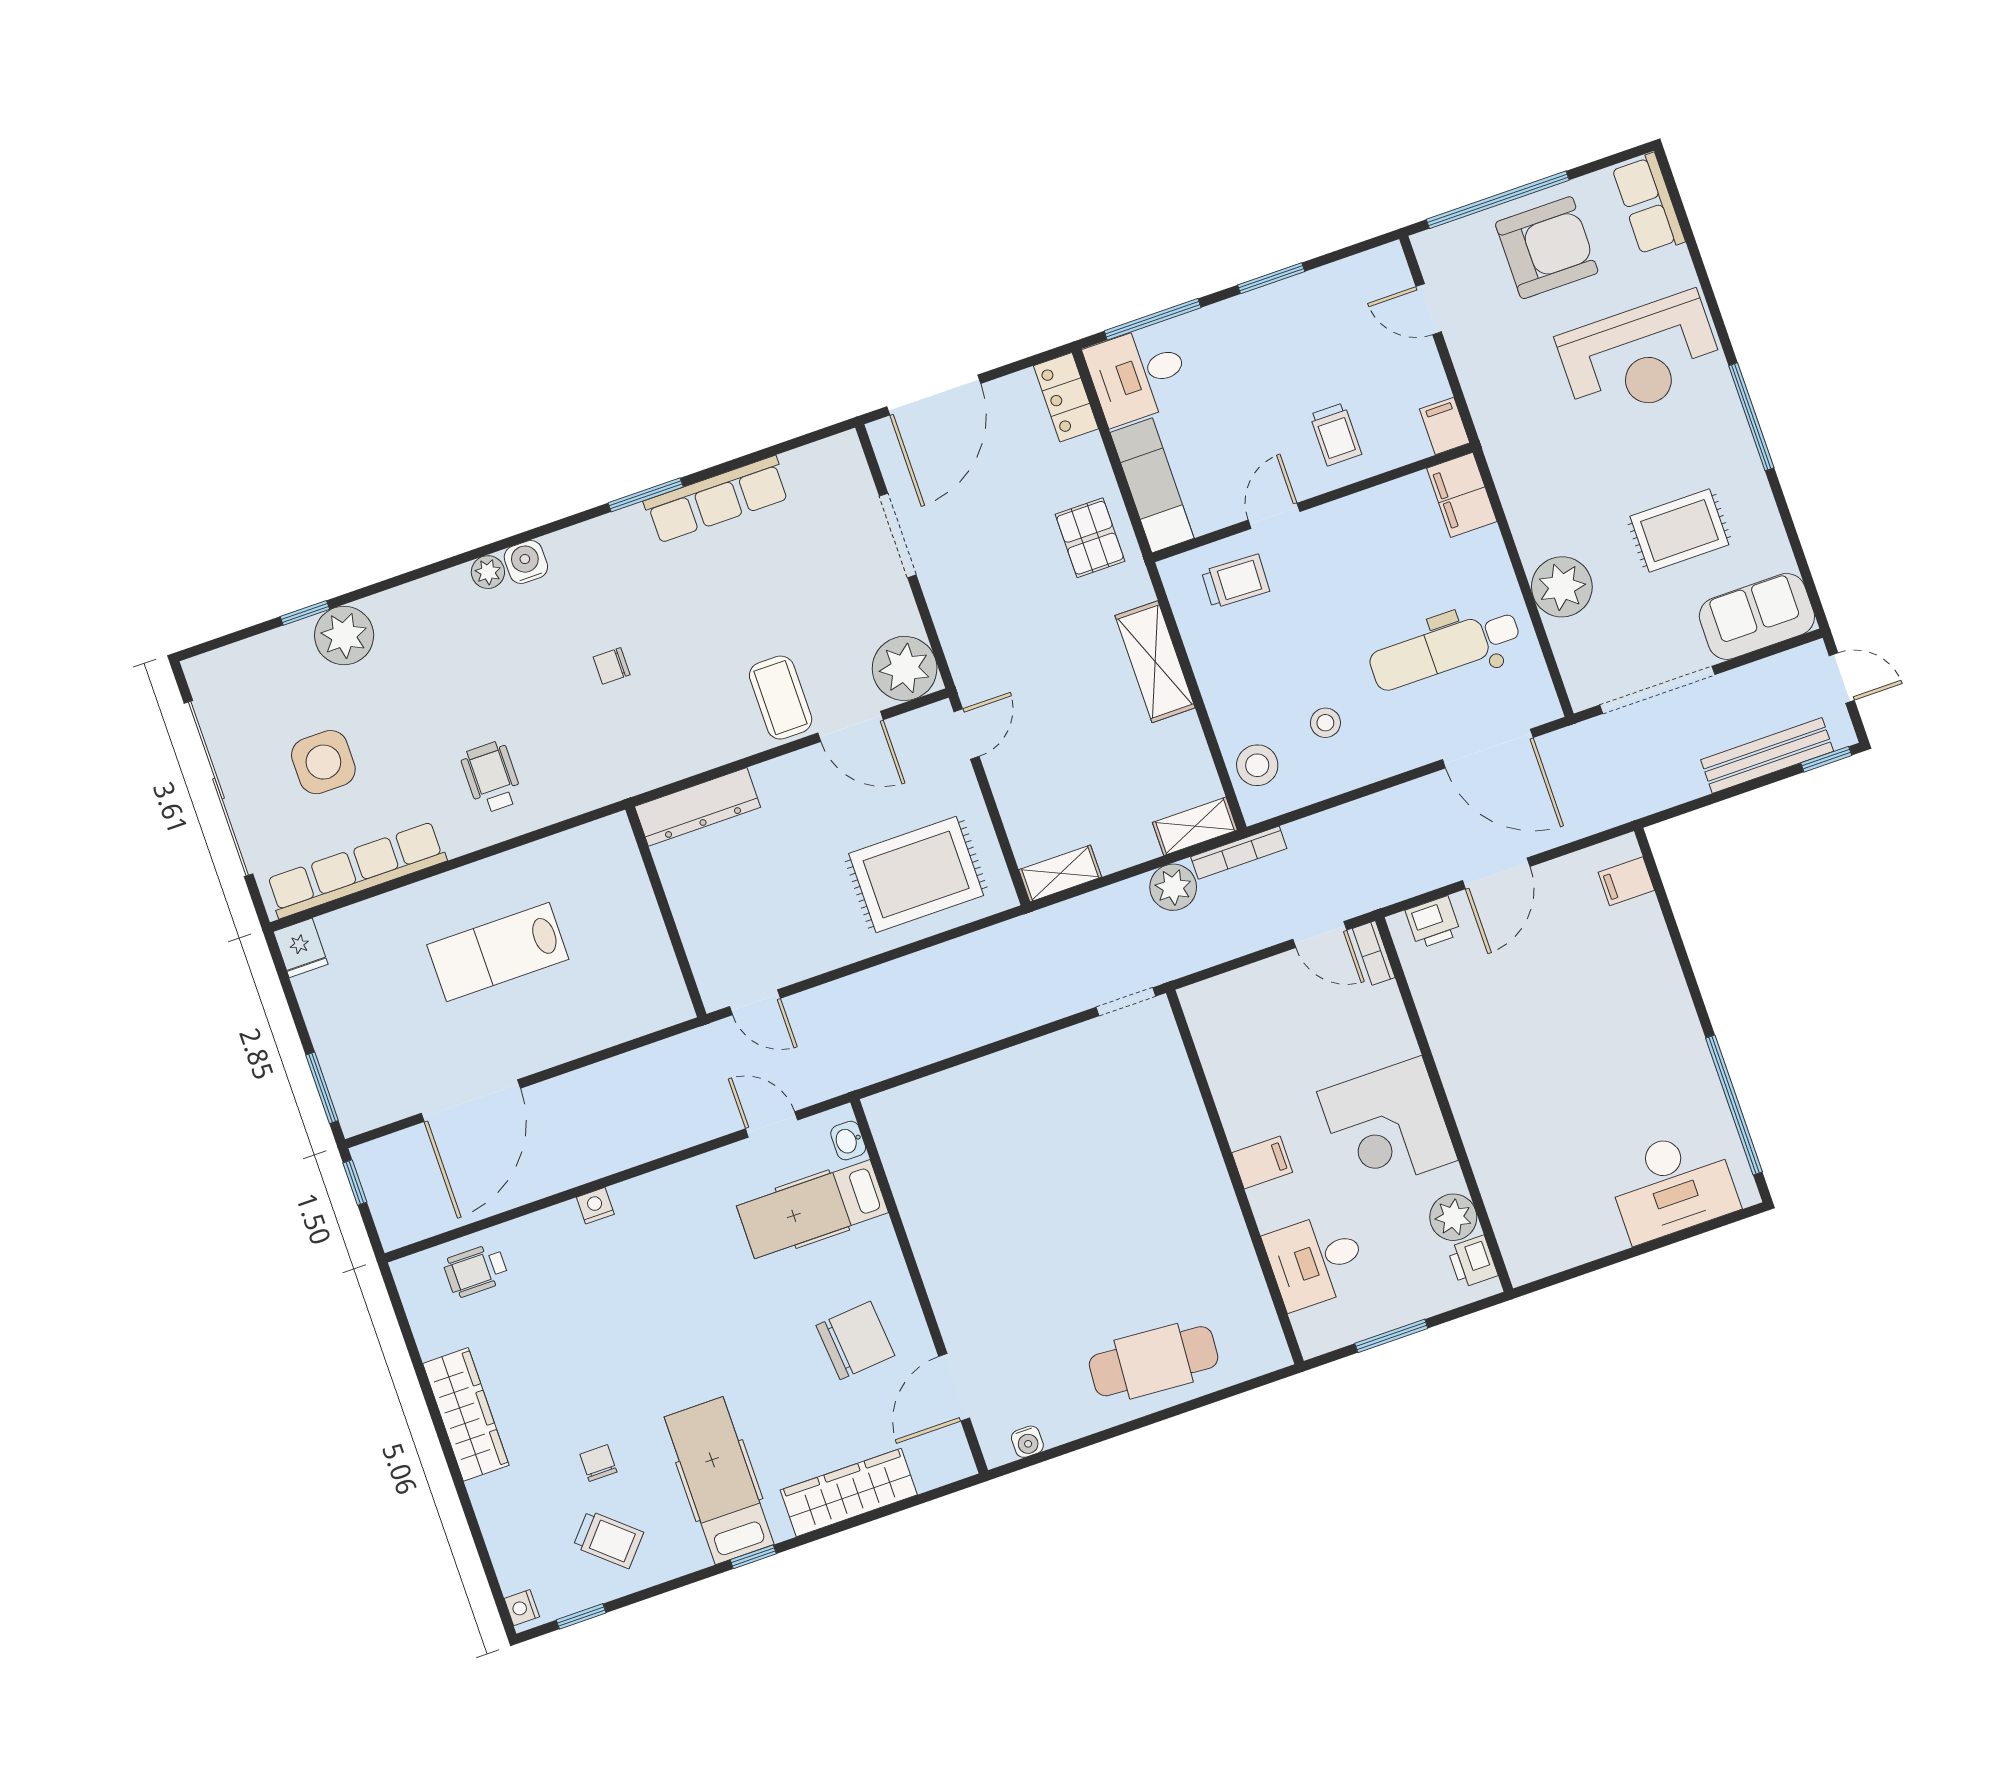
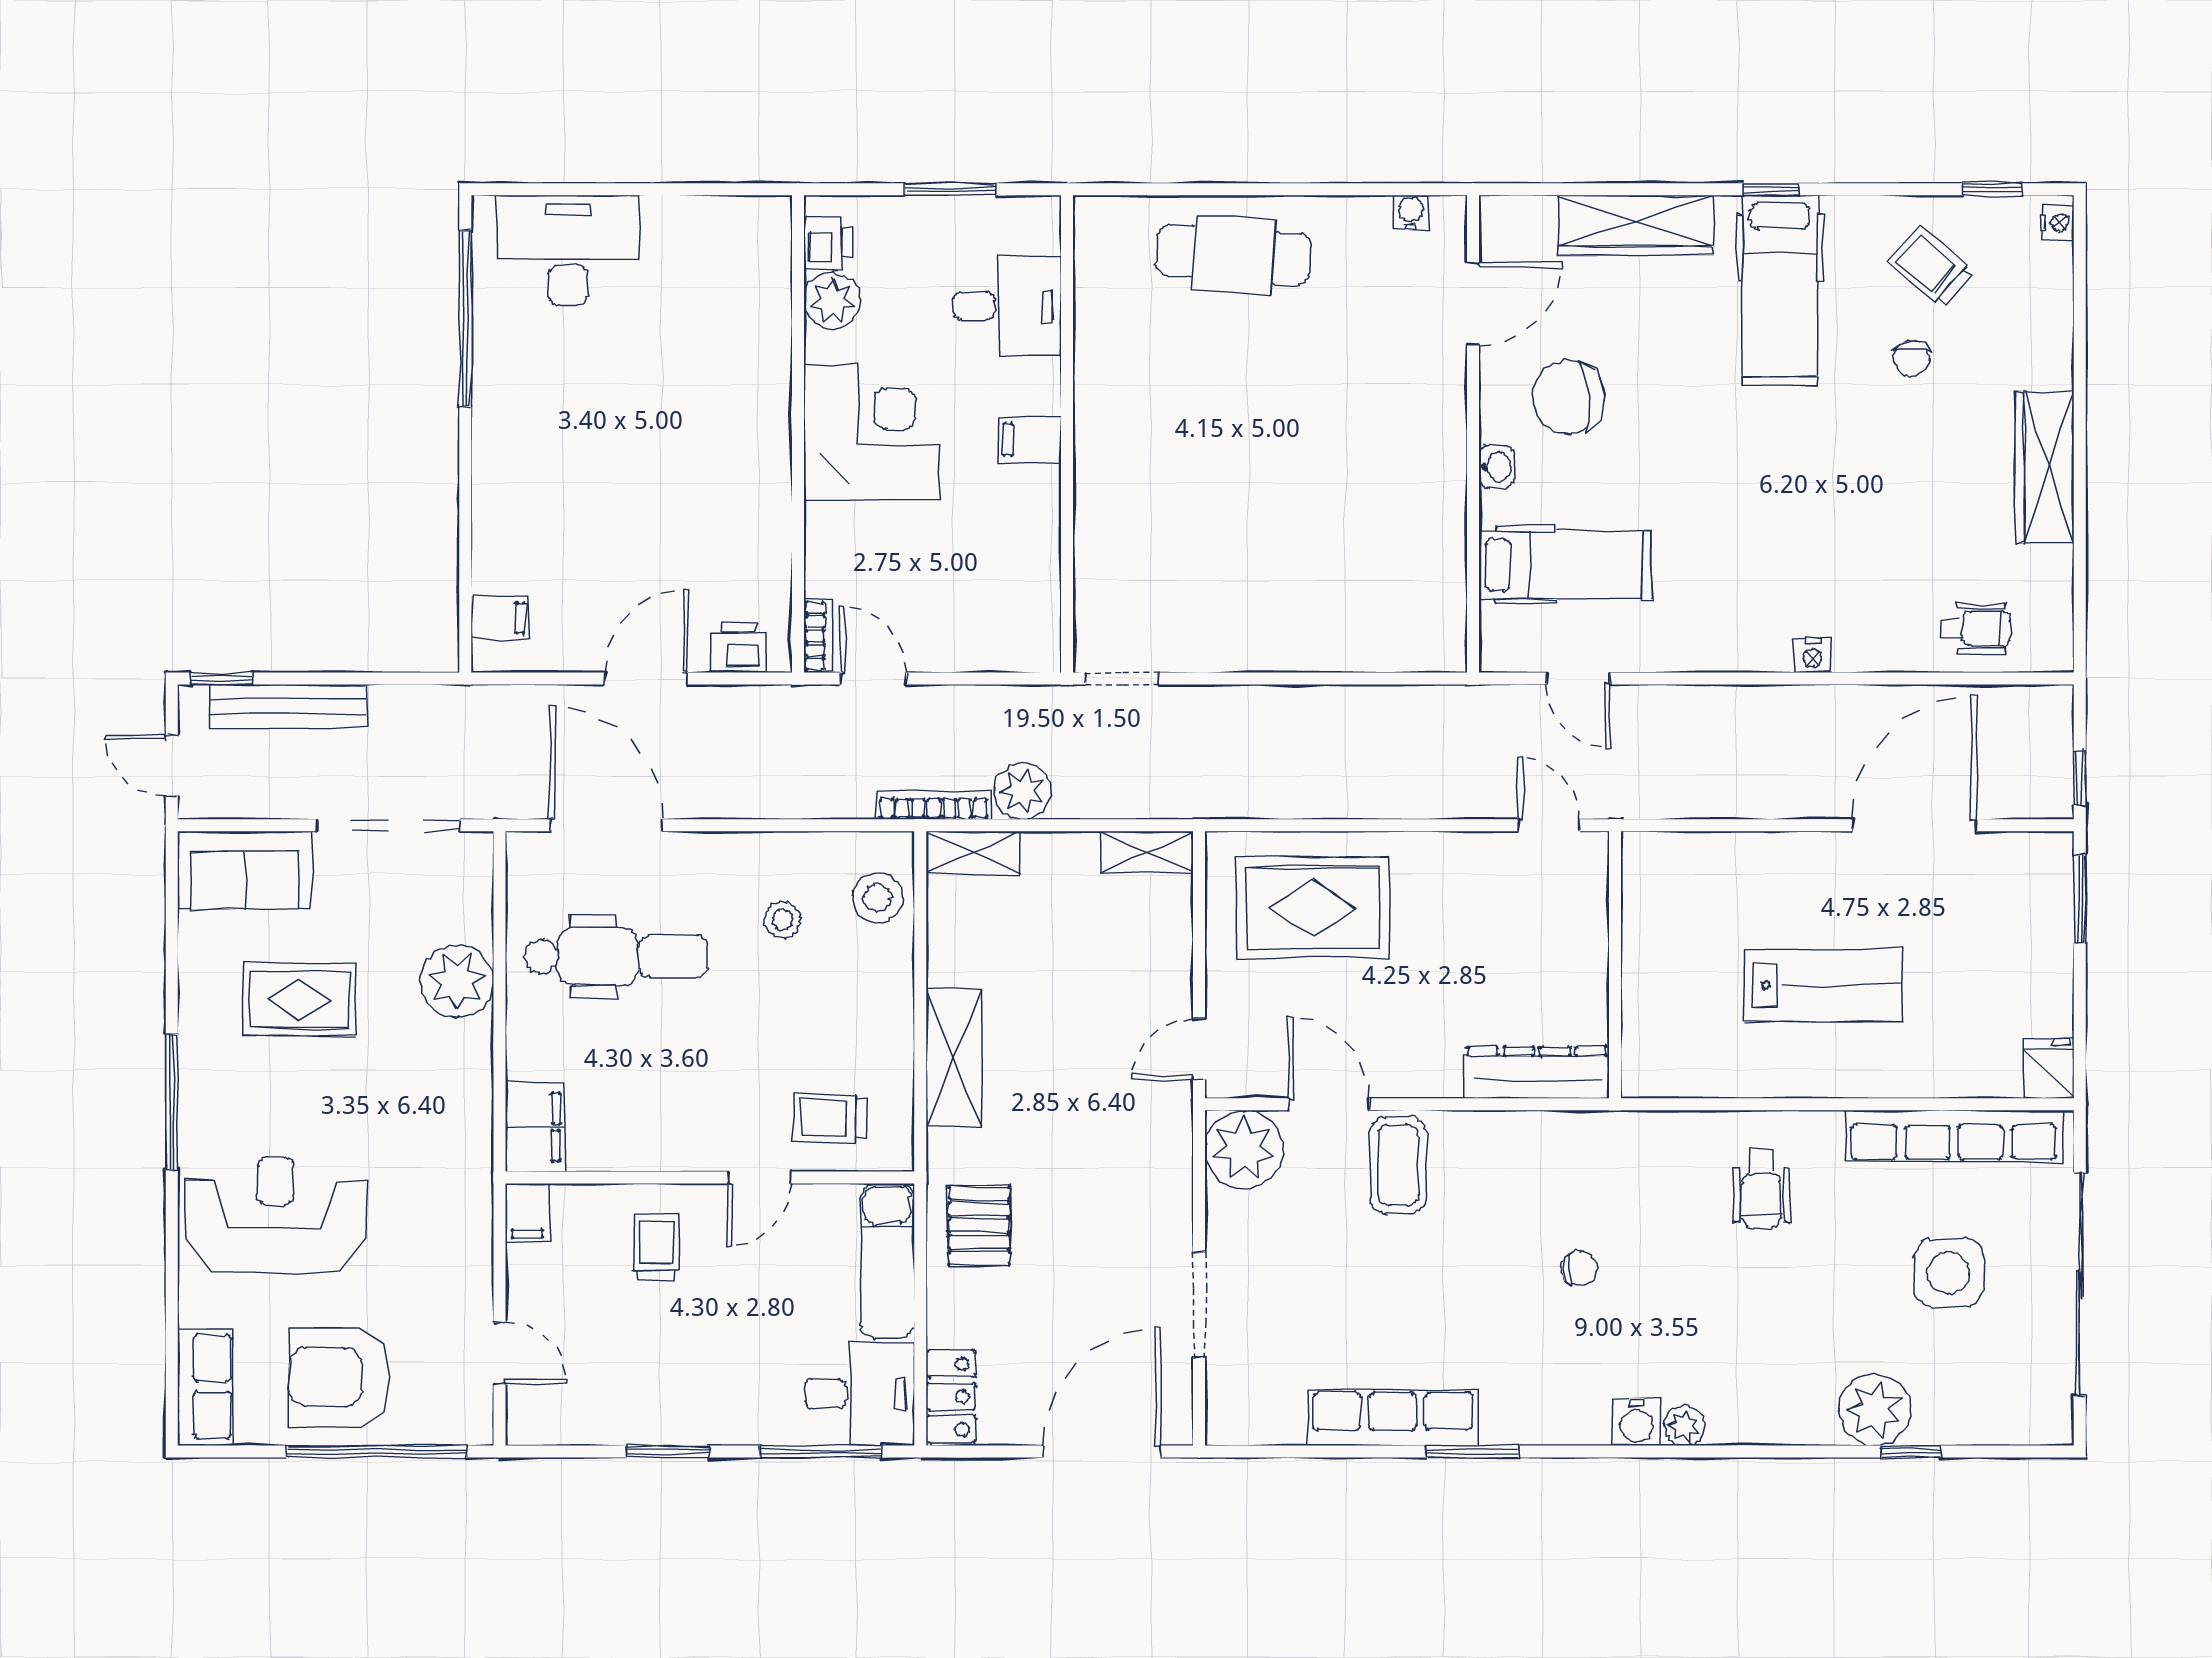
washbasin: (848, 1141) -> (1497, 467), moved

